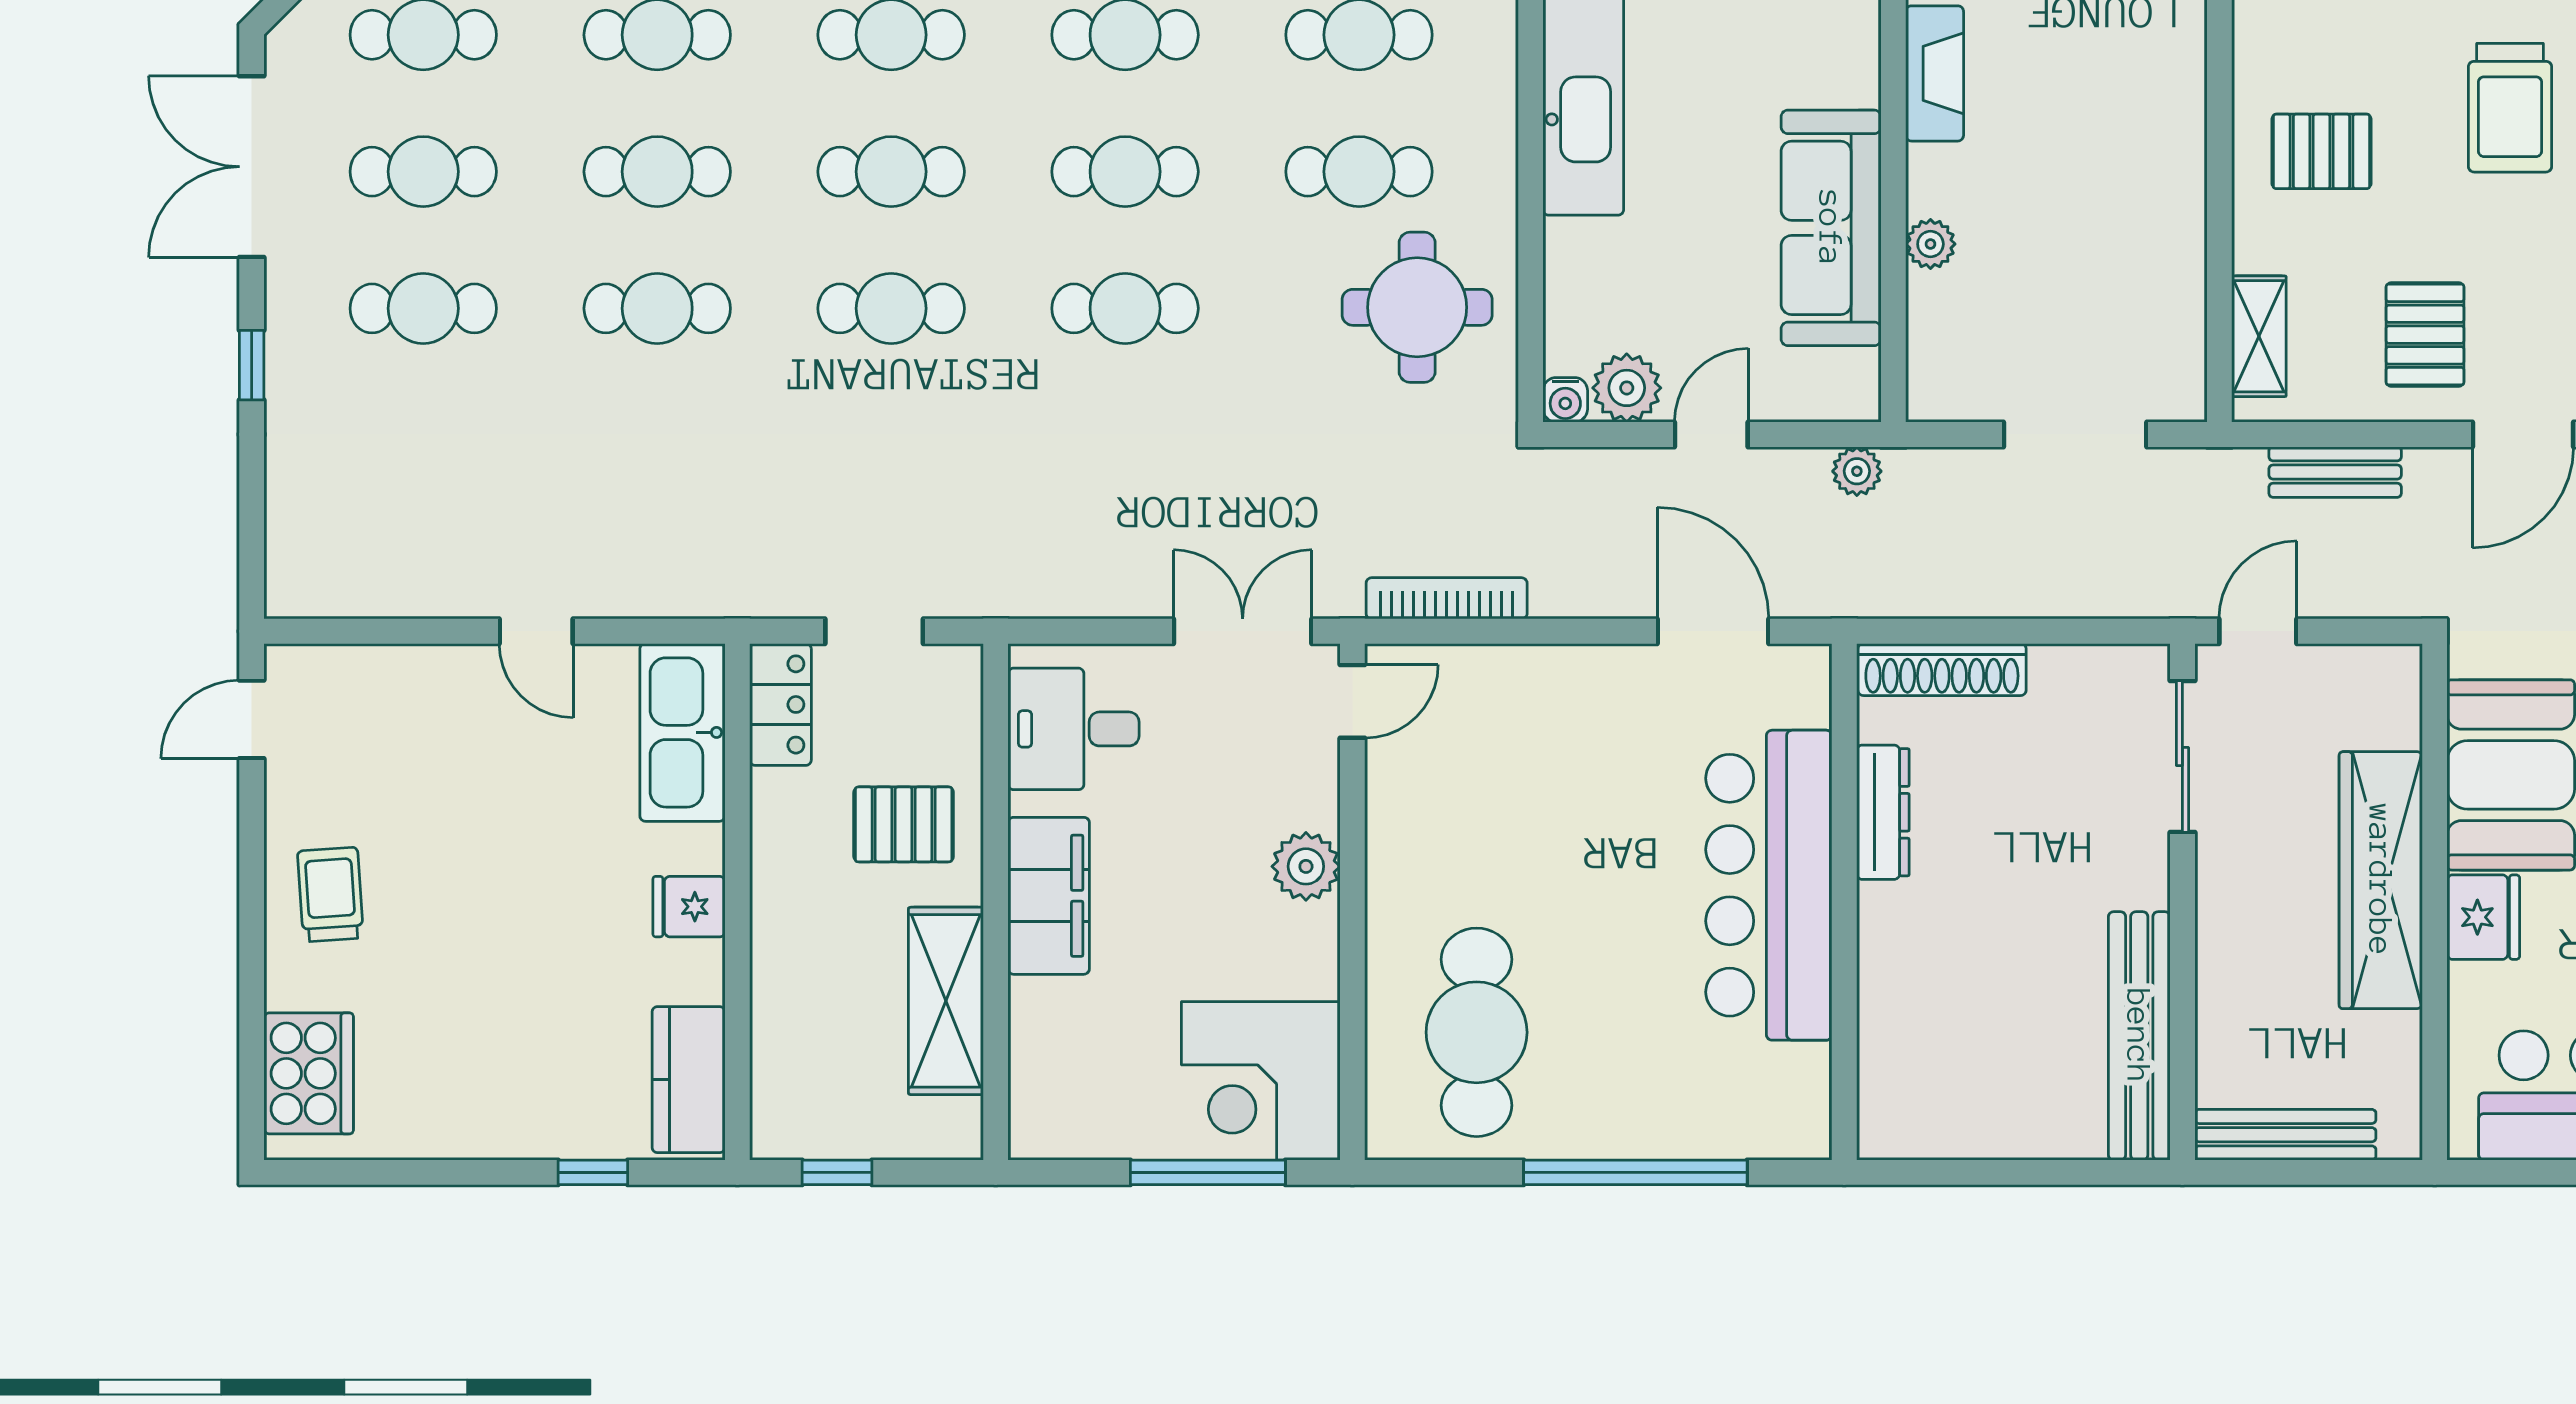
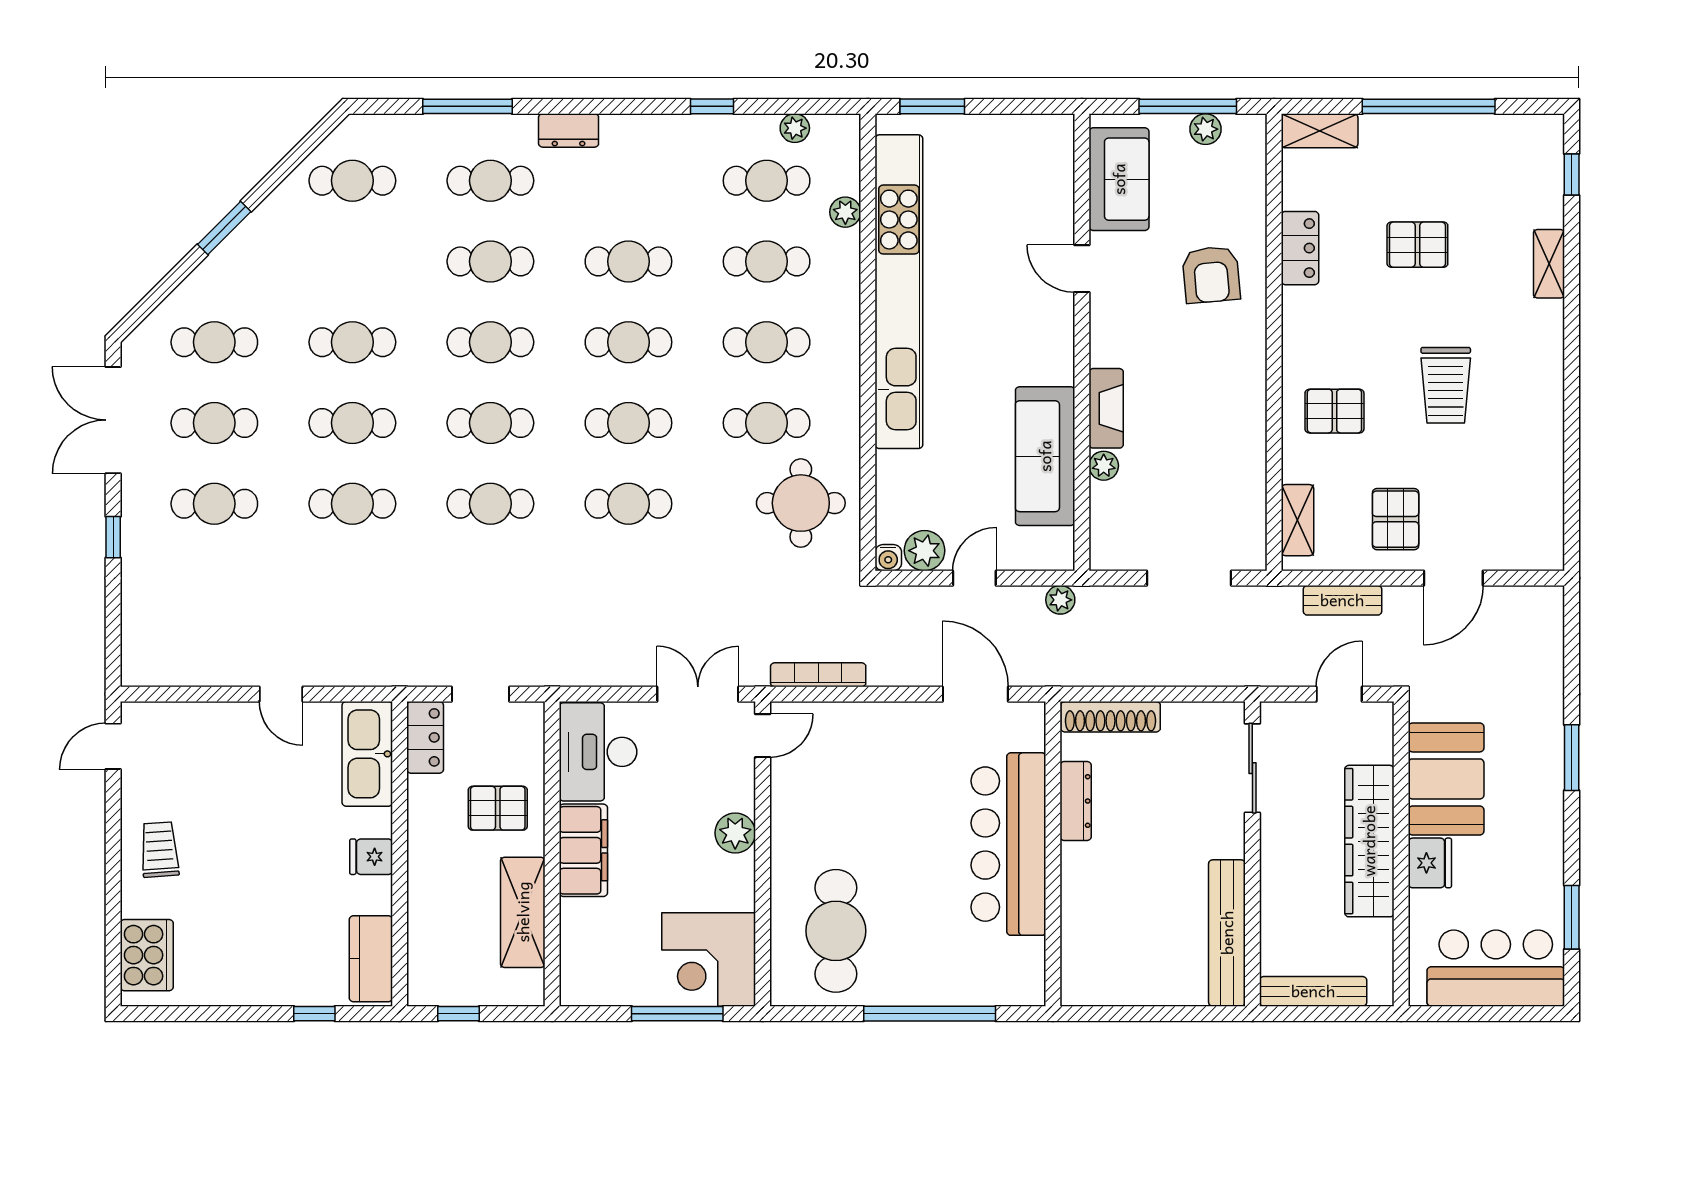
fireplace: (1935, 73) -> (1106, 408), moved
door: (2258, 631) -> (1339, 694), moved
desk: (1073, 729) -> (598, 752), width x1.37

